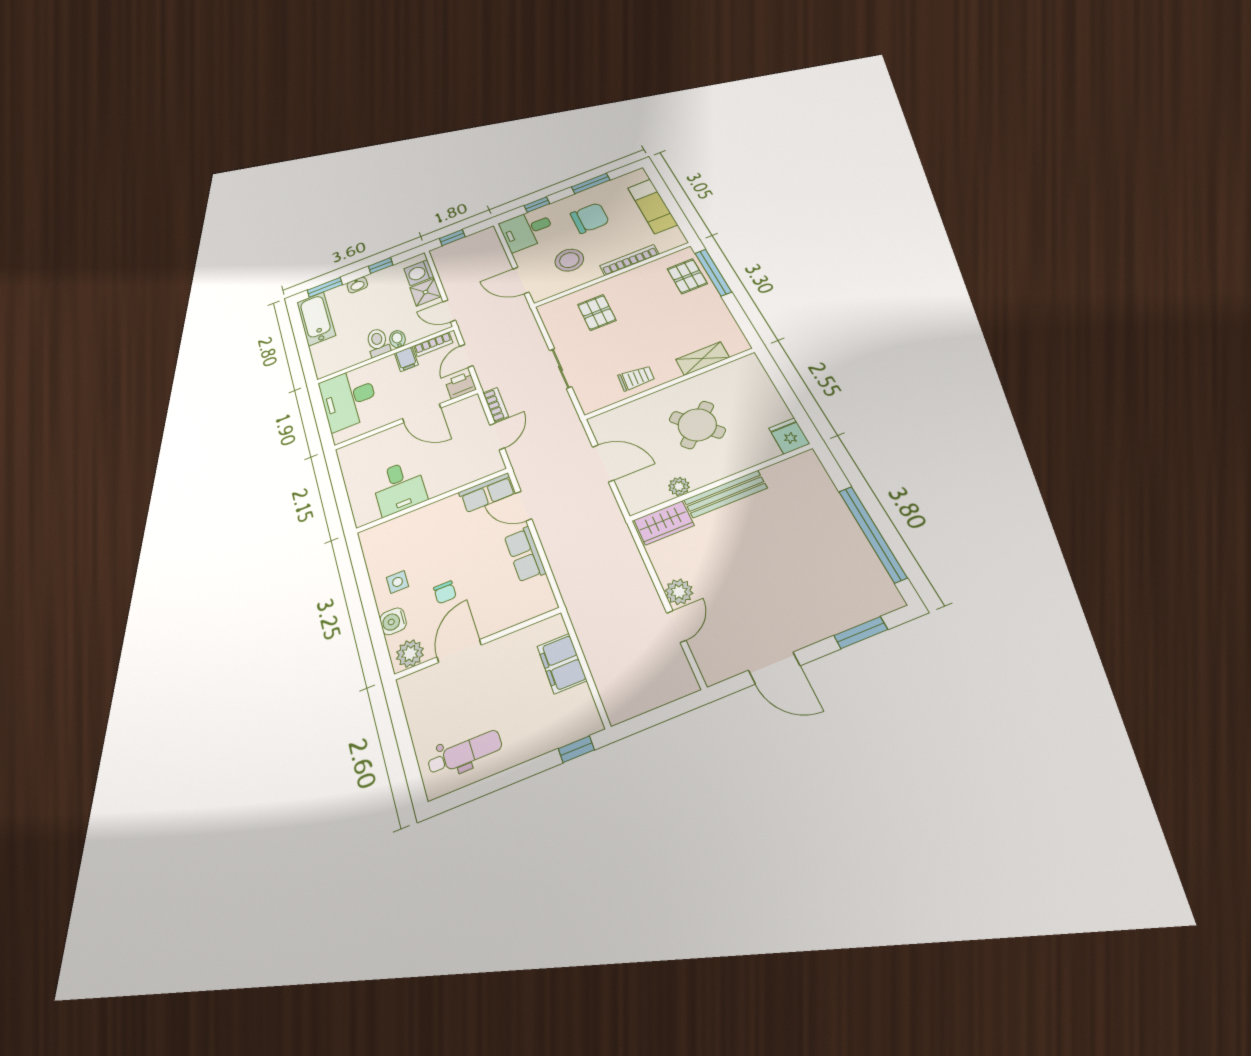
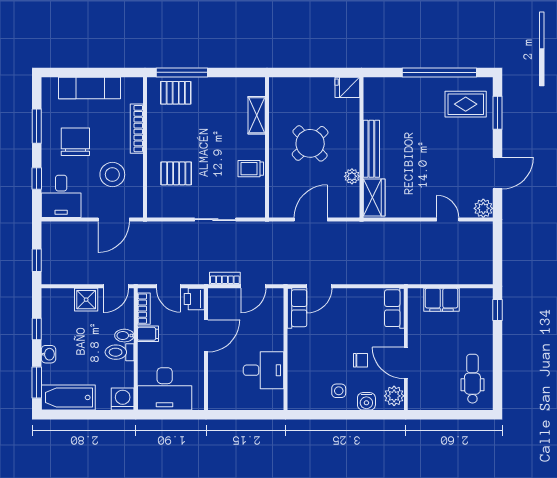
washing machine: (419, 273) -> (123, 399), moved, turned 180
trolley: (636, 378) -> (251, 169), turned -93
door: (497, 436) -> (253, 286), swing flipped
row of seats: (525, 554) -> (394, 308), moved, turned 90
rug: (849, 585) -> (466, 104), added
plant: (679, 592) -> (483, 208), moved

